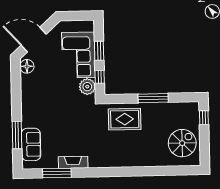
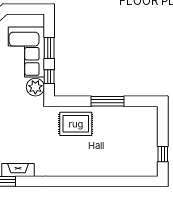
window: (204, 118) -> (163, 154), moved
spiral stairs: (182, 143) -> (138, 151), removed

